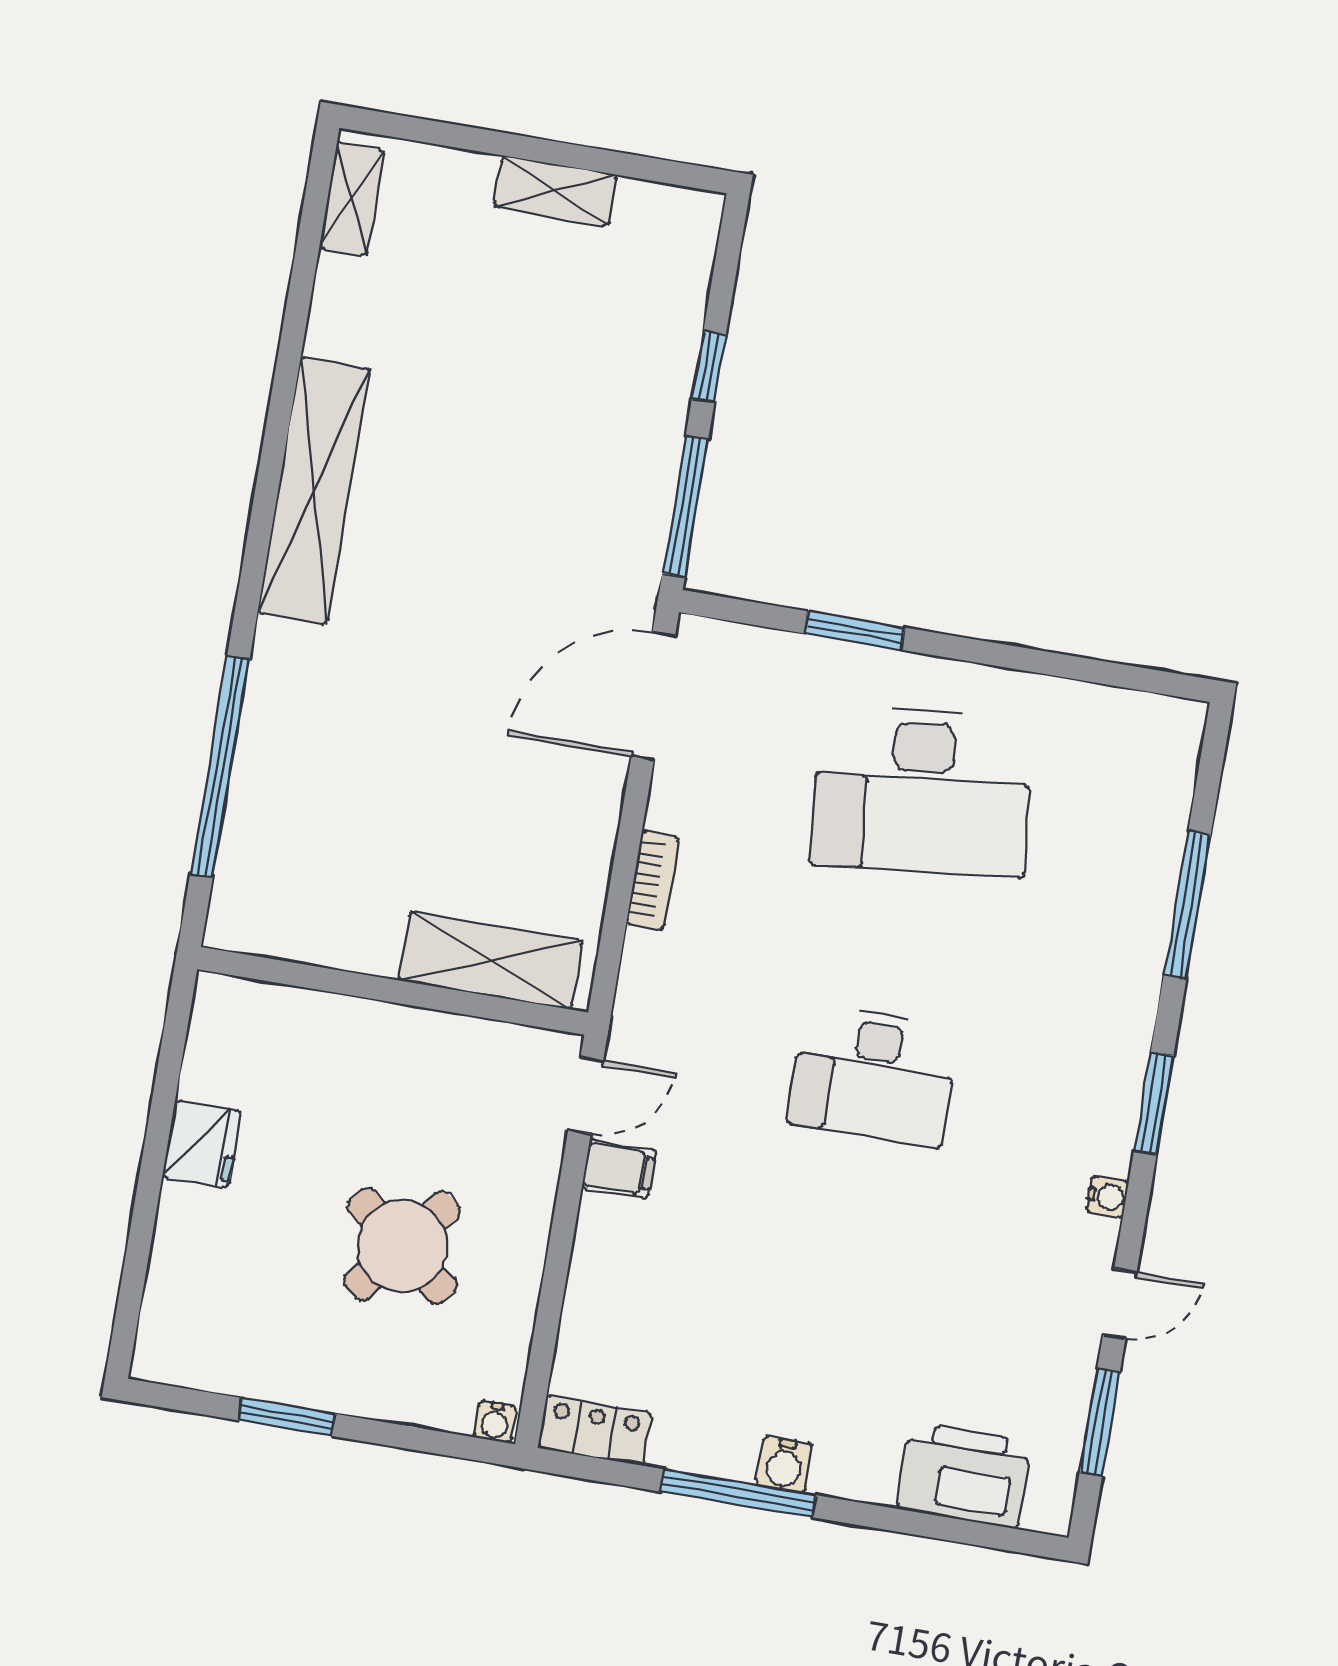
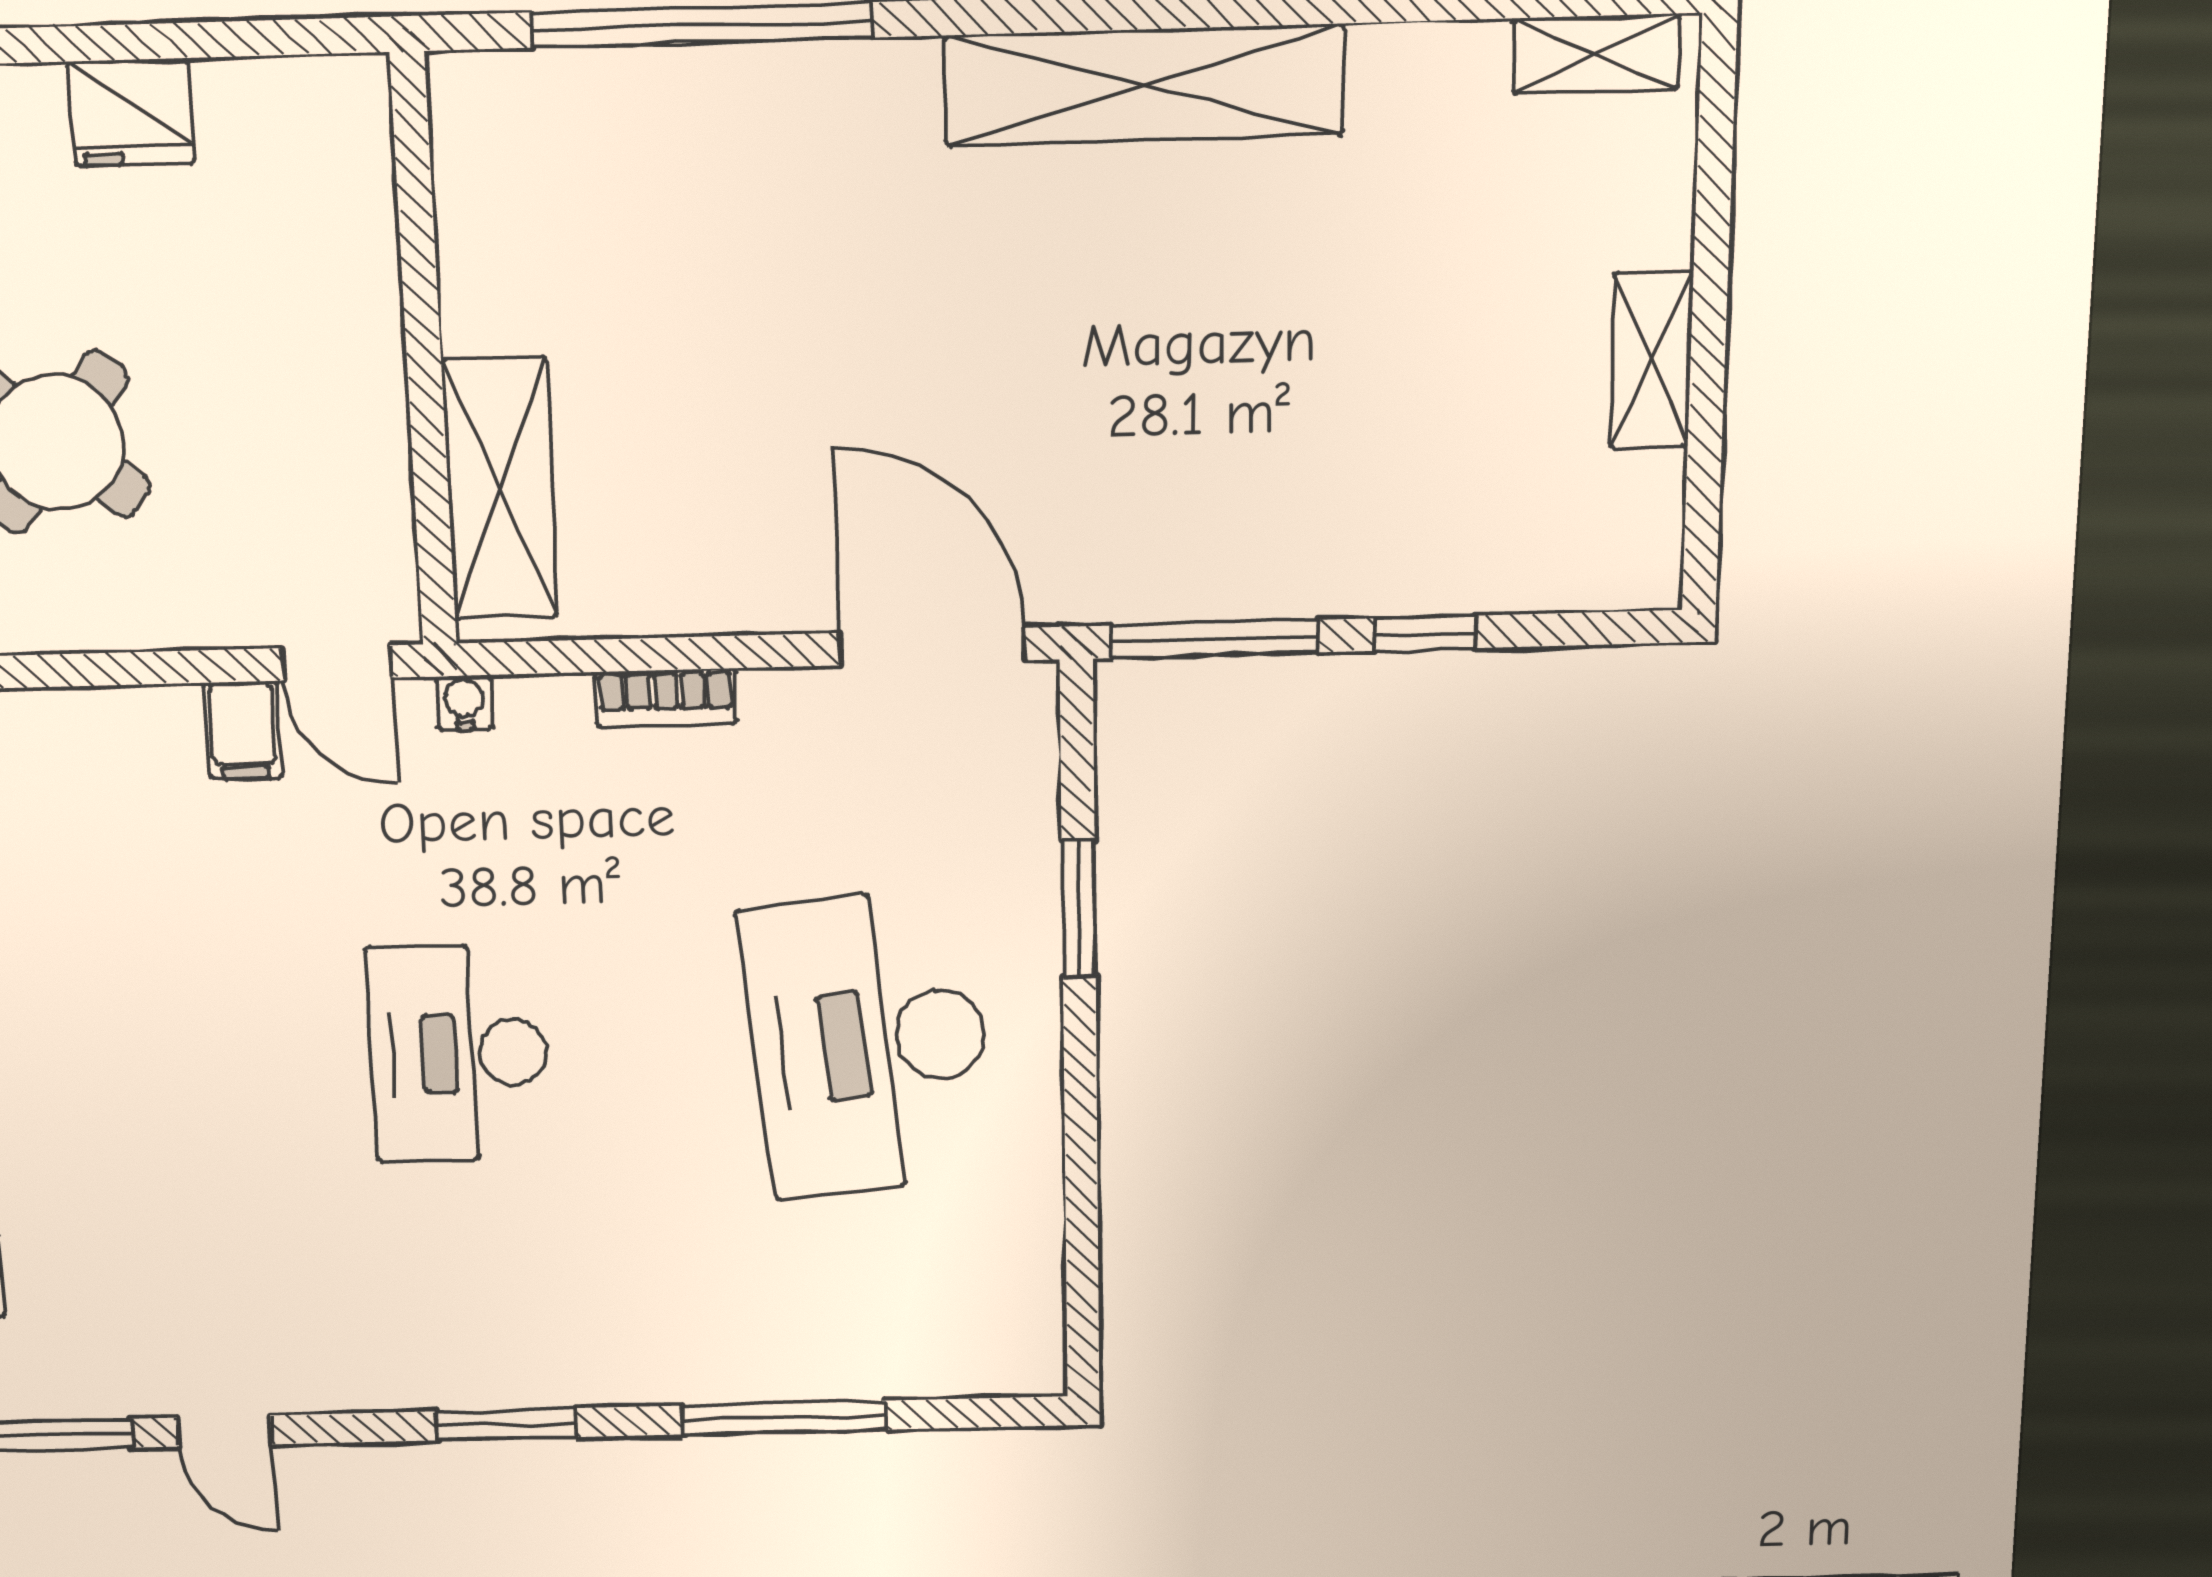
water cooler: (1107, 1197) -> (464, 703), moved, turned 180

